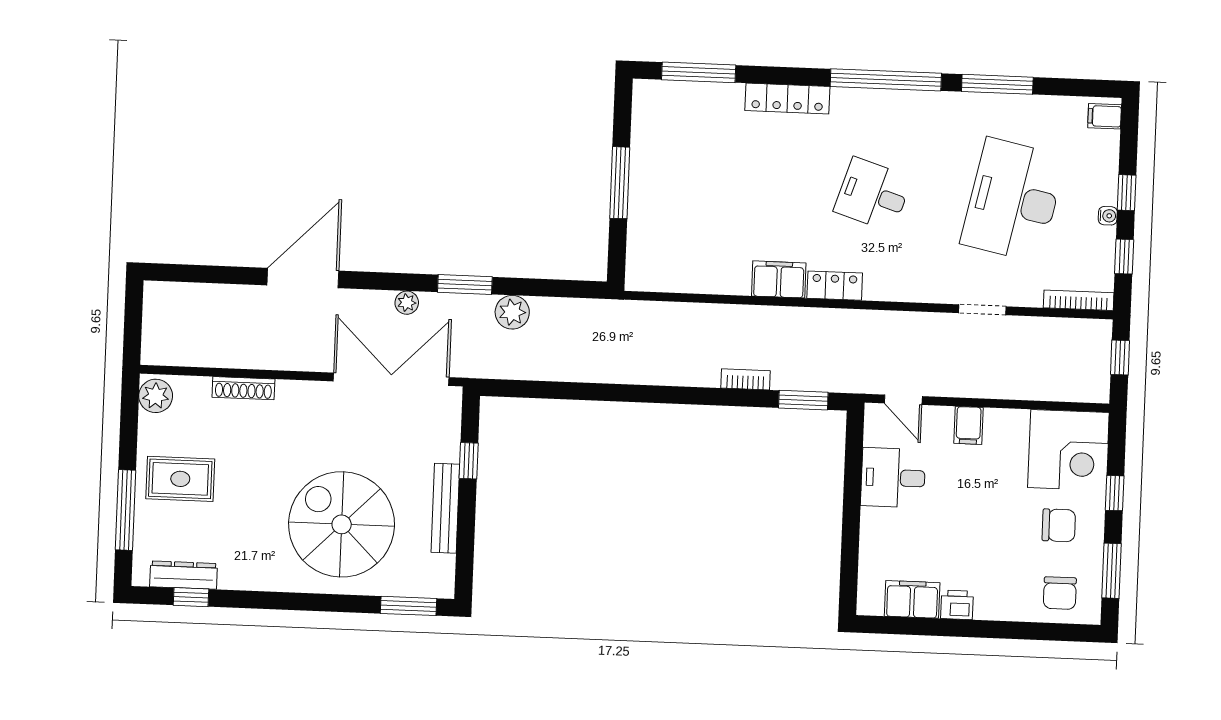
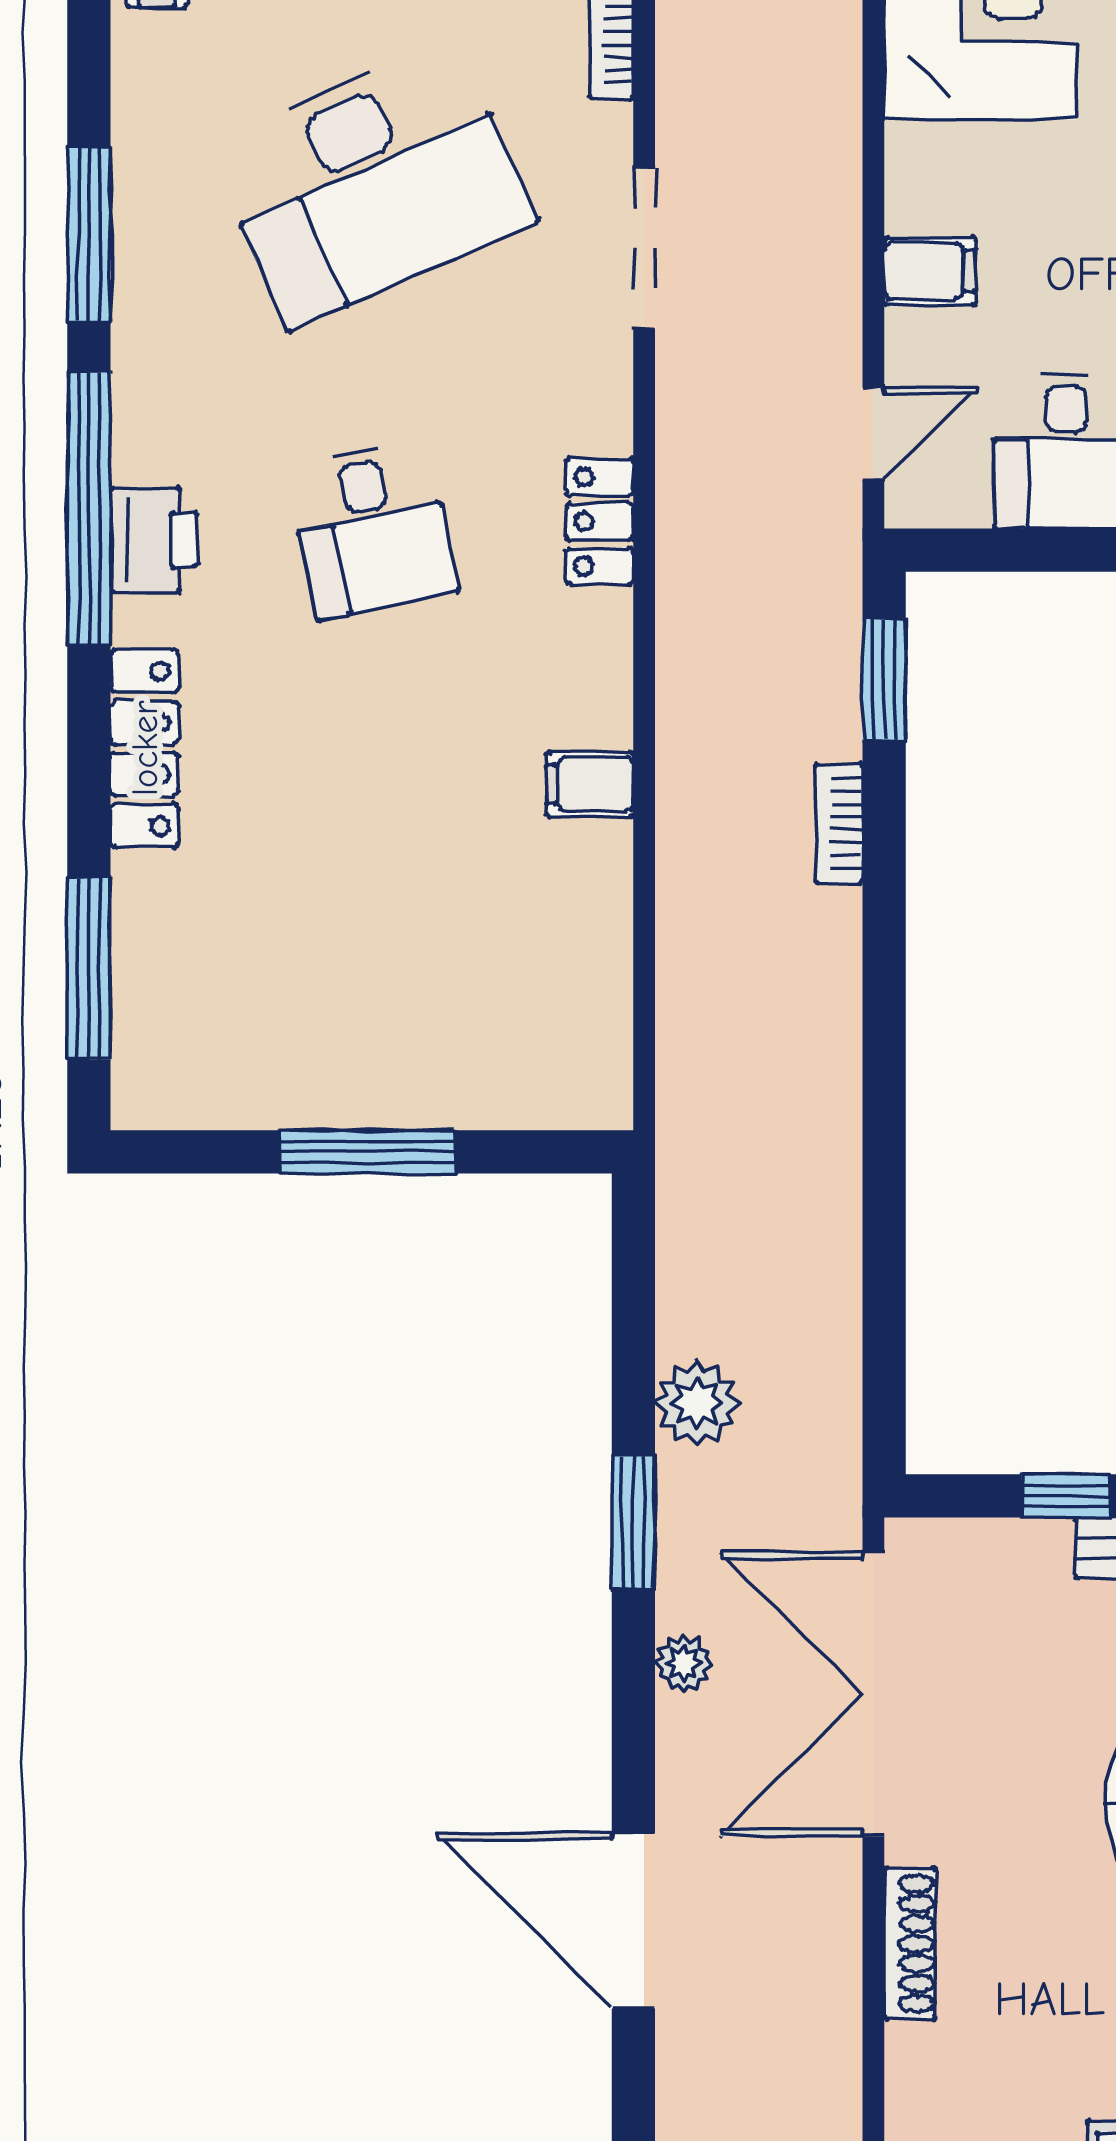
printer: (872, 106) -> (154, 540), added
desk: (873, 195) -> (372, 529), turned -30
desk: (1013, 200) -> (372, 183), turned -36
filing cabinet: (779, 279) -> (590, 784), width x0.50
locker: (835, 286) -> (600, 522), moved
doorway: (982, 310) -> (644, 248), width x1.38
shoe rack: (243, 388) -> (910, 1944), moved

